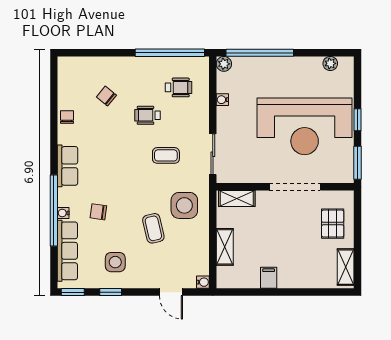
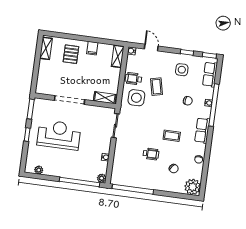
plant: (71, 70) -> (193, 187), added
wheelchair: (179, 87) -> (133, 79), moved
reception desk: (305, 126) -> (59, 135), width x0.74, depth x0.77
coffee table: (166, 155) -> (172, 136), moved
pallet: (333, 224) -> (71, 54), moved
shelving: (225, 247) -> (118, 56), moved
row of seats: (67, 251) -> (210, 74), width x0.68

